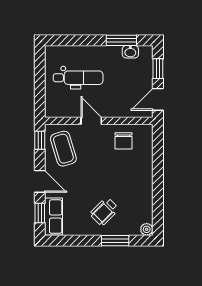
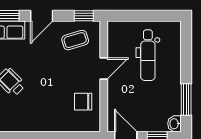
washbasin: (130, 52) -> (174, 124), moved
coffee table: (63, 149) -> (75, 40), width x0.73, depth x0.77

